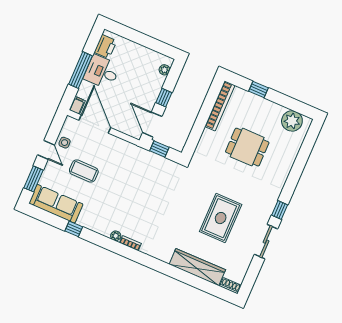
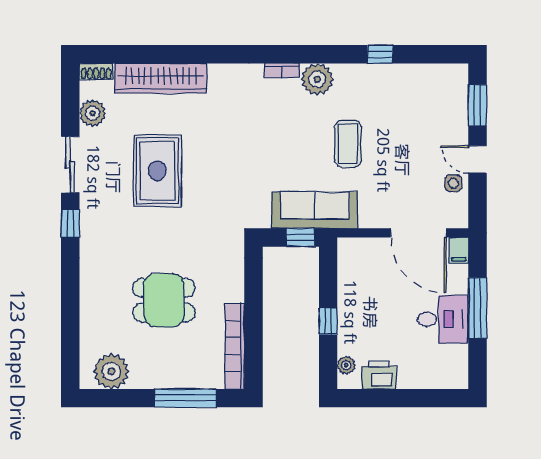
printer: (105, 47) -> (379, 375), moved, turned 90
window: (258, 90) -> (185, 398), width x2.17
door: (152, 125) -> (328, 271), removed
coffee table: (84, 171) -> (348, 144), moved, turned 90
sofa: (56, 204) -> (315, 210), moved, turned 180
plant: (116, 236) -> (317, 79), width x1.88, depth x1.88
plant: (242, 264) -> (93, 113), added

